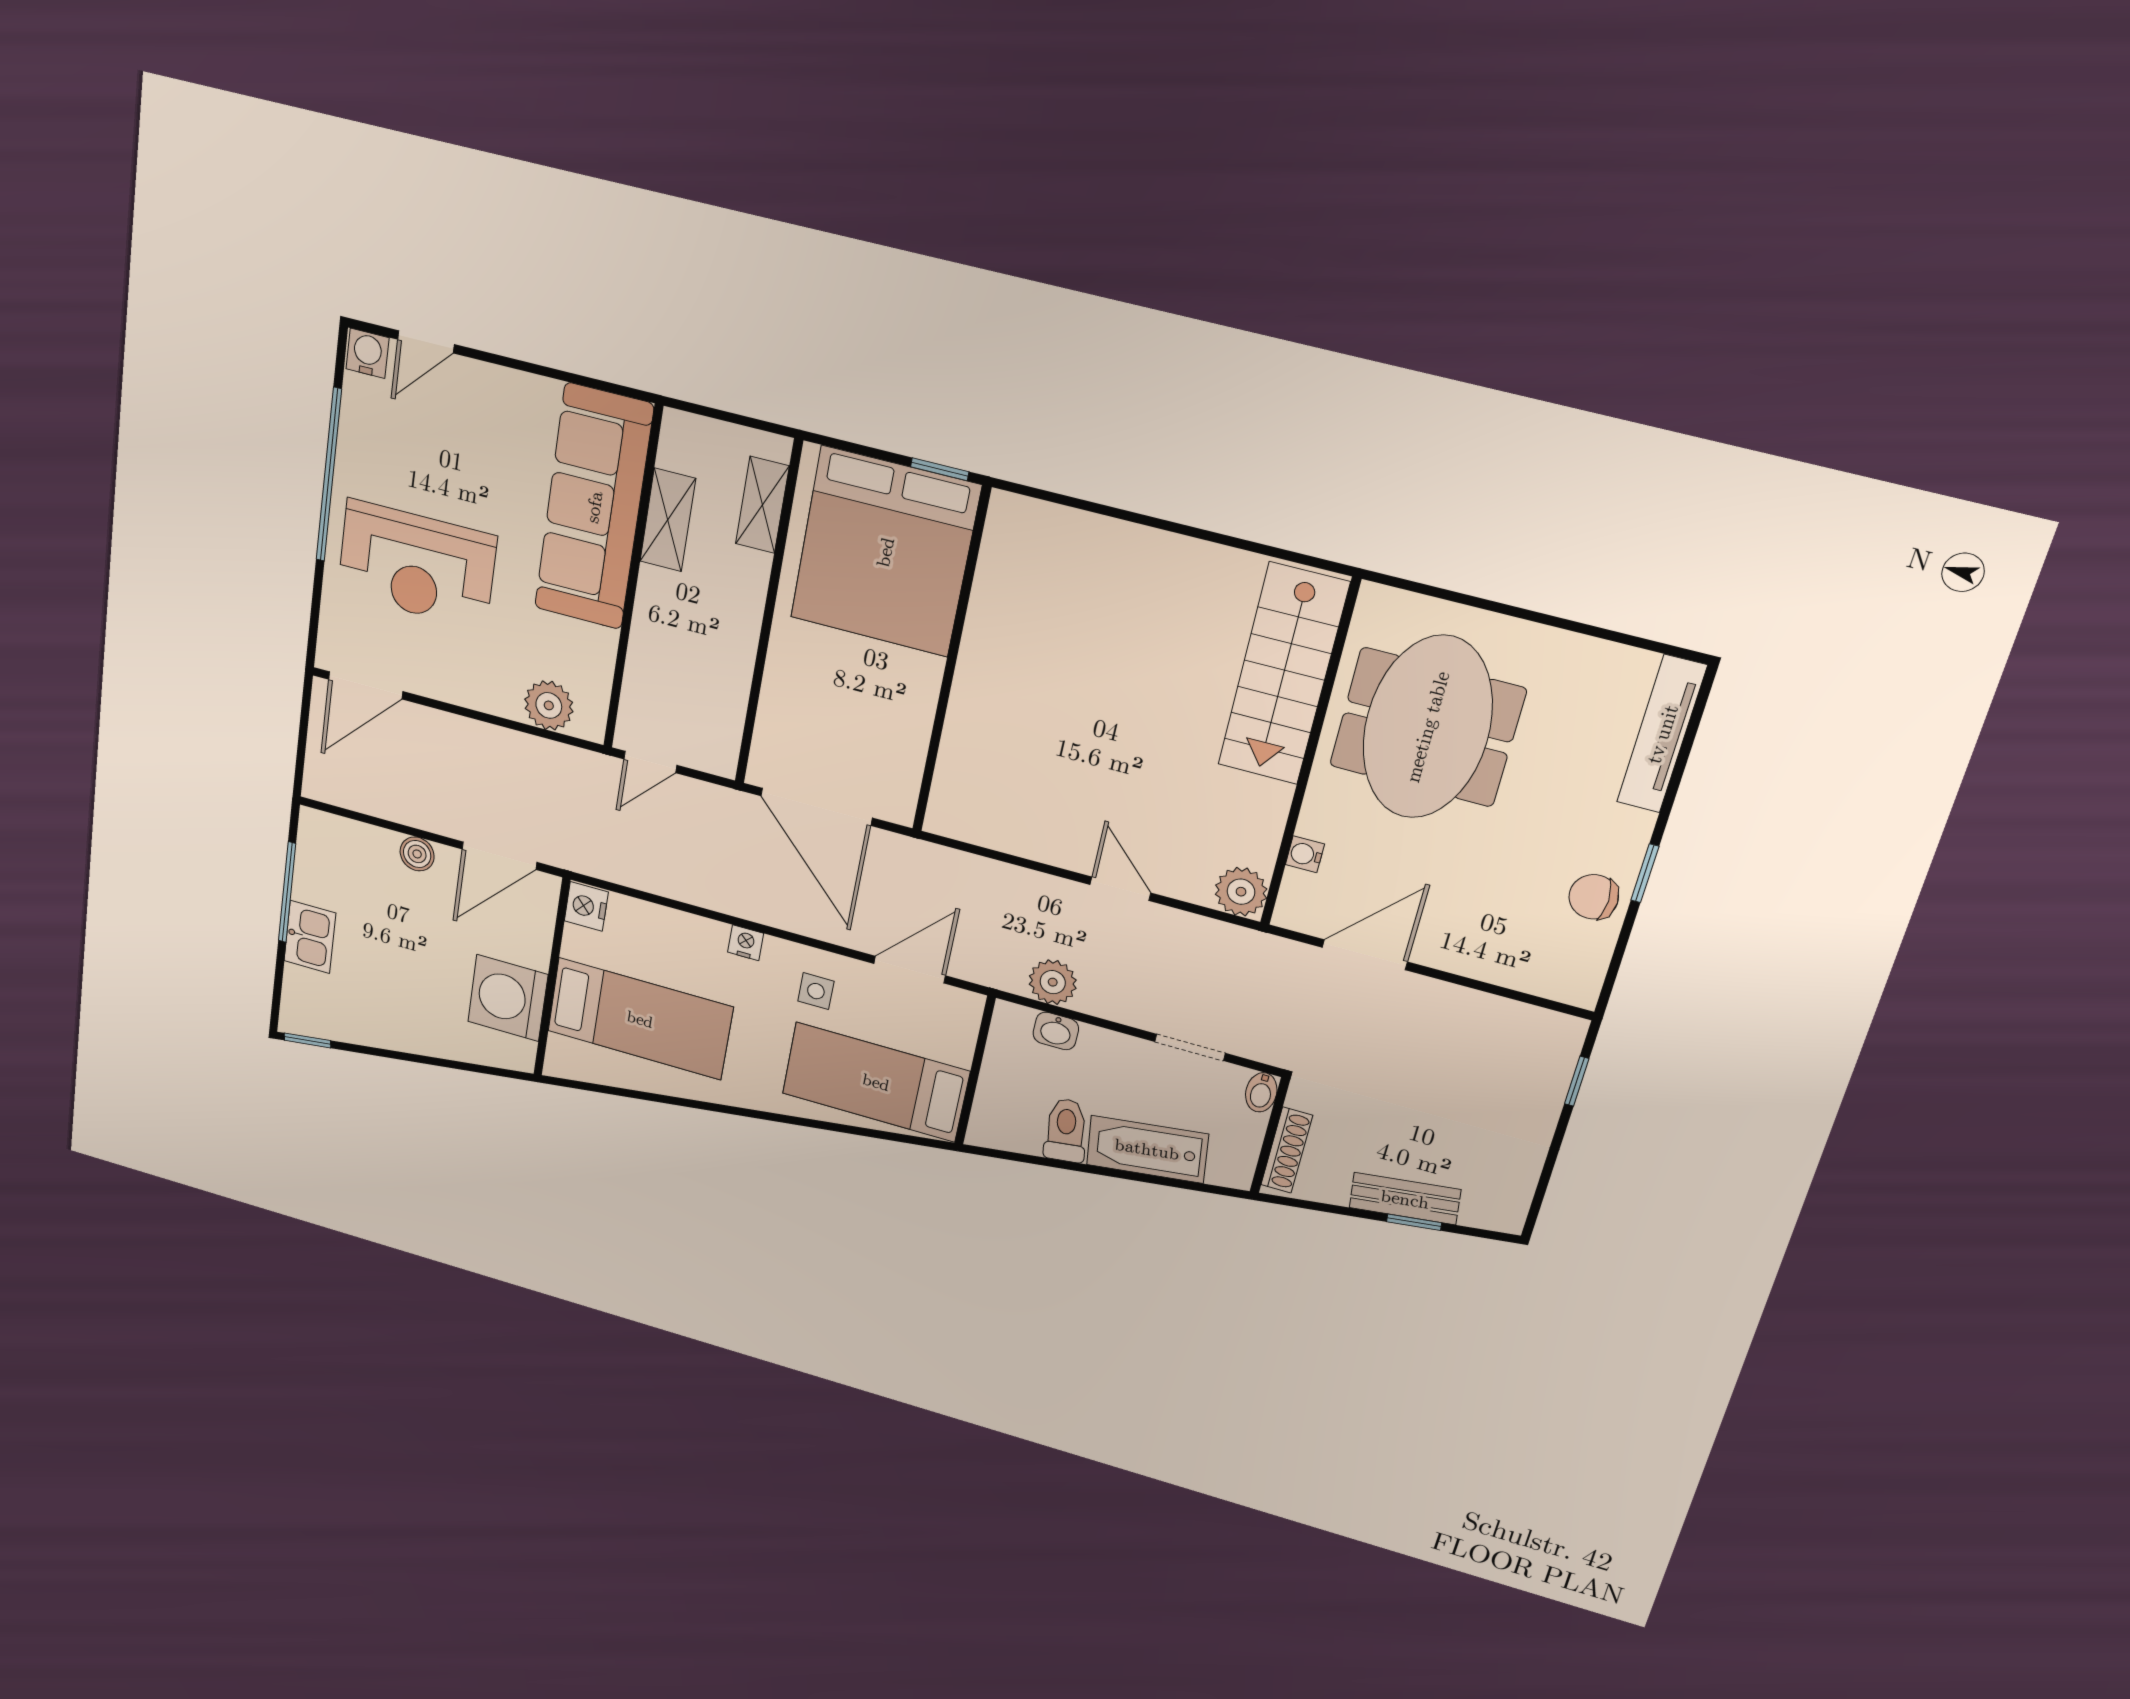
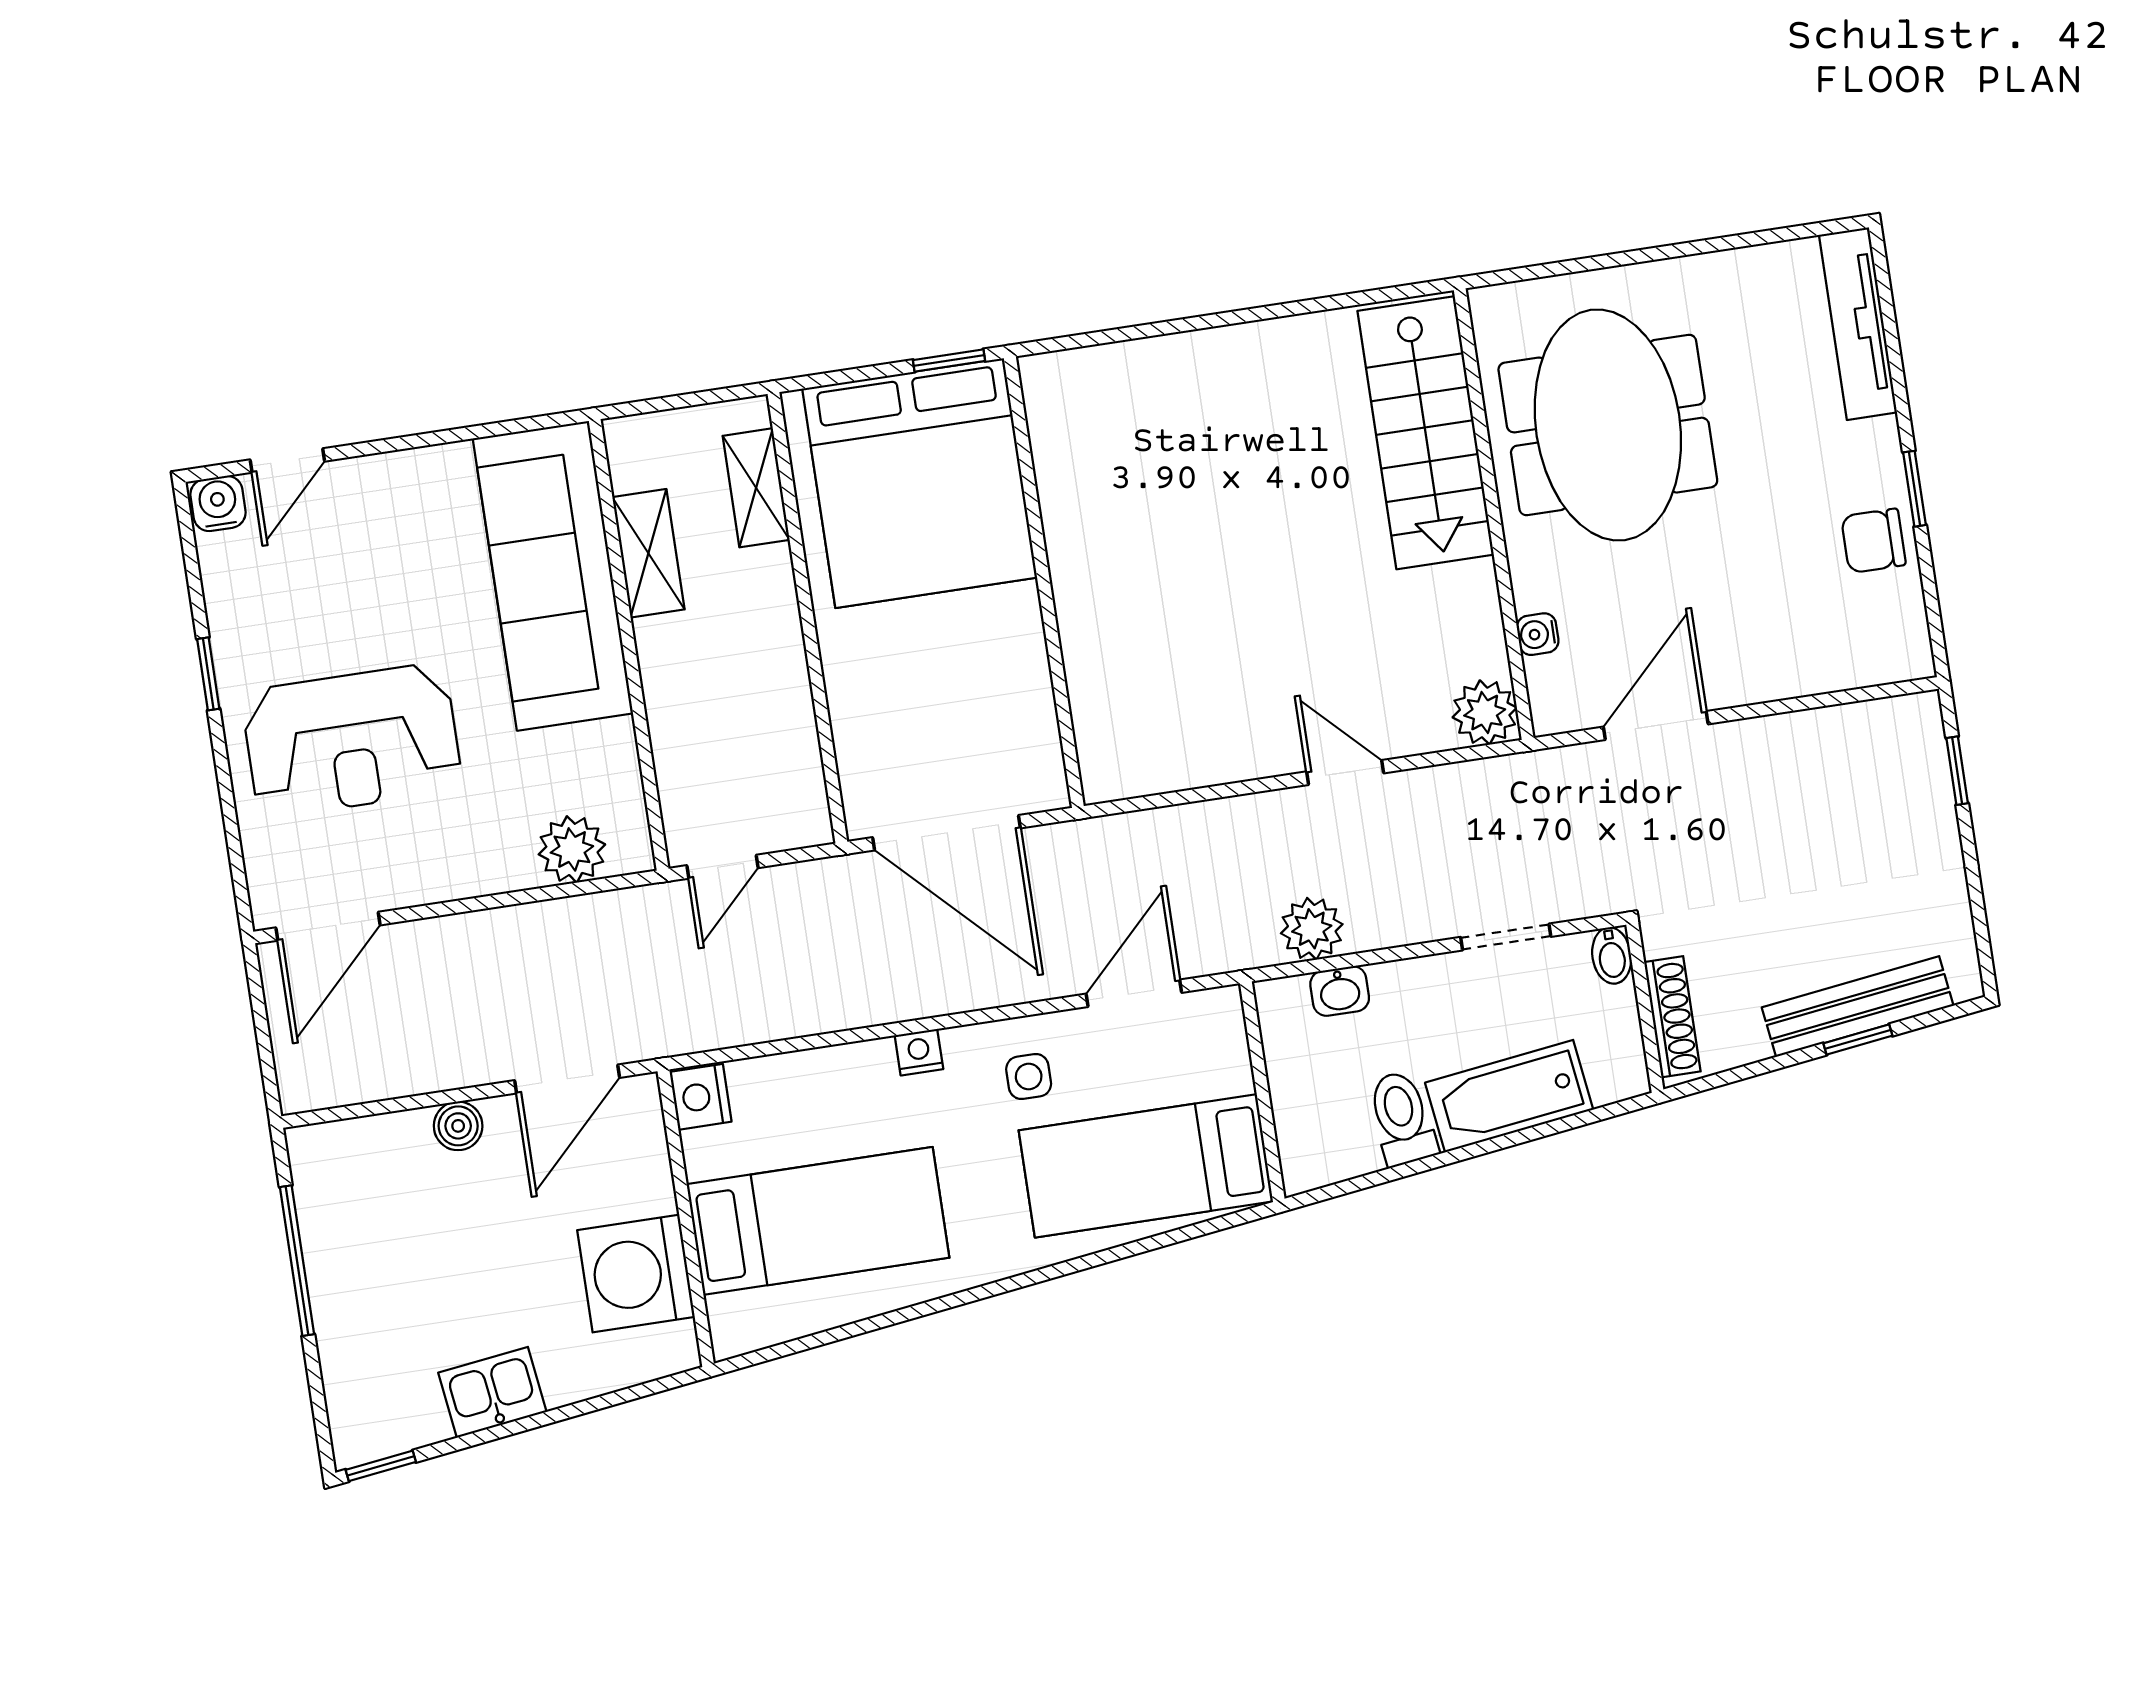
window: (329, 475) -> (208, 674), width x0.32
kitchen sink: (310, 937) -> (492, 1392), moved, turned -98
bench: (1405, 1199) -> (1858, 1007), width x1.36

